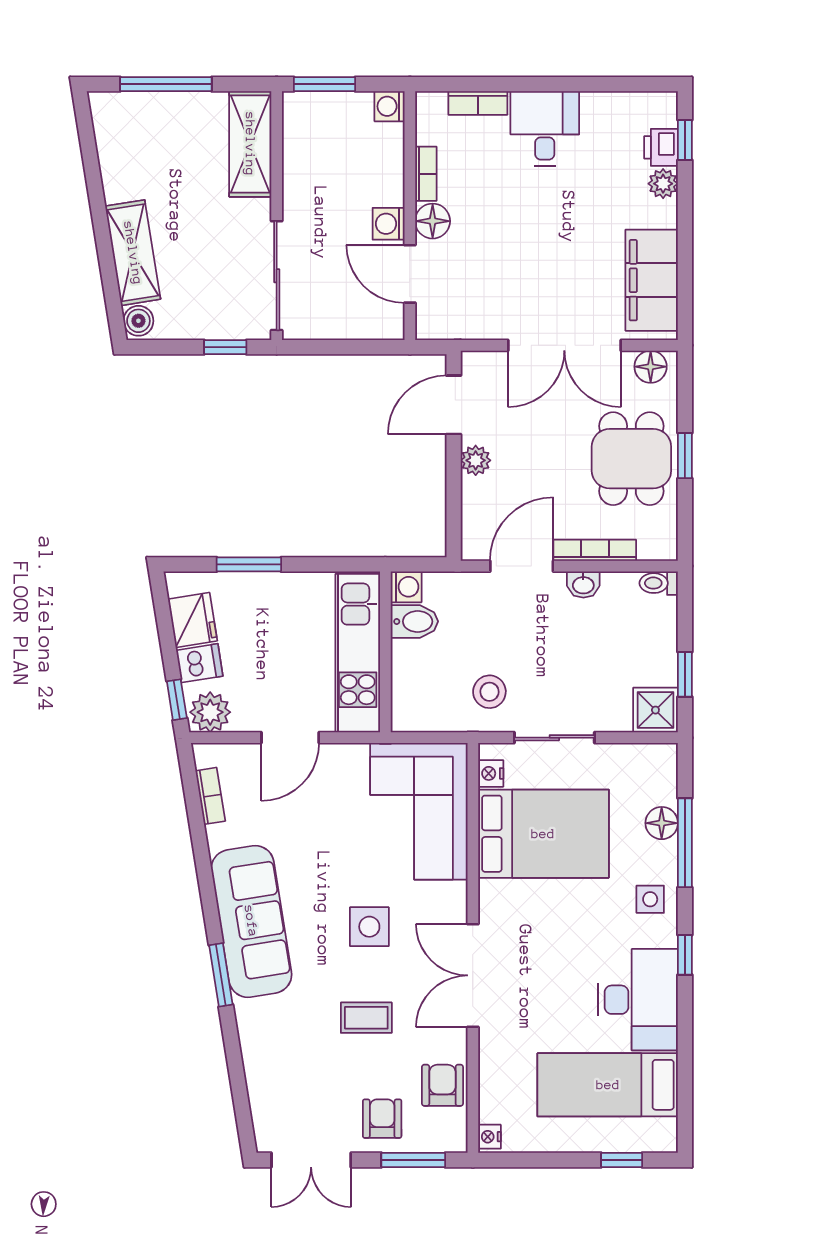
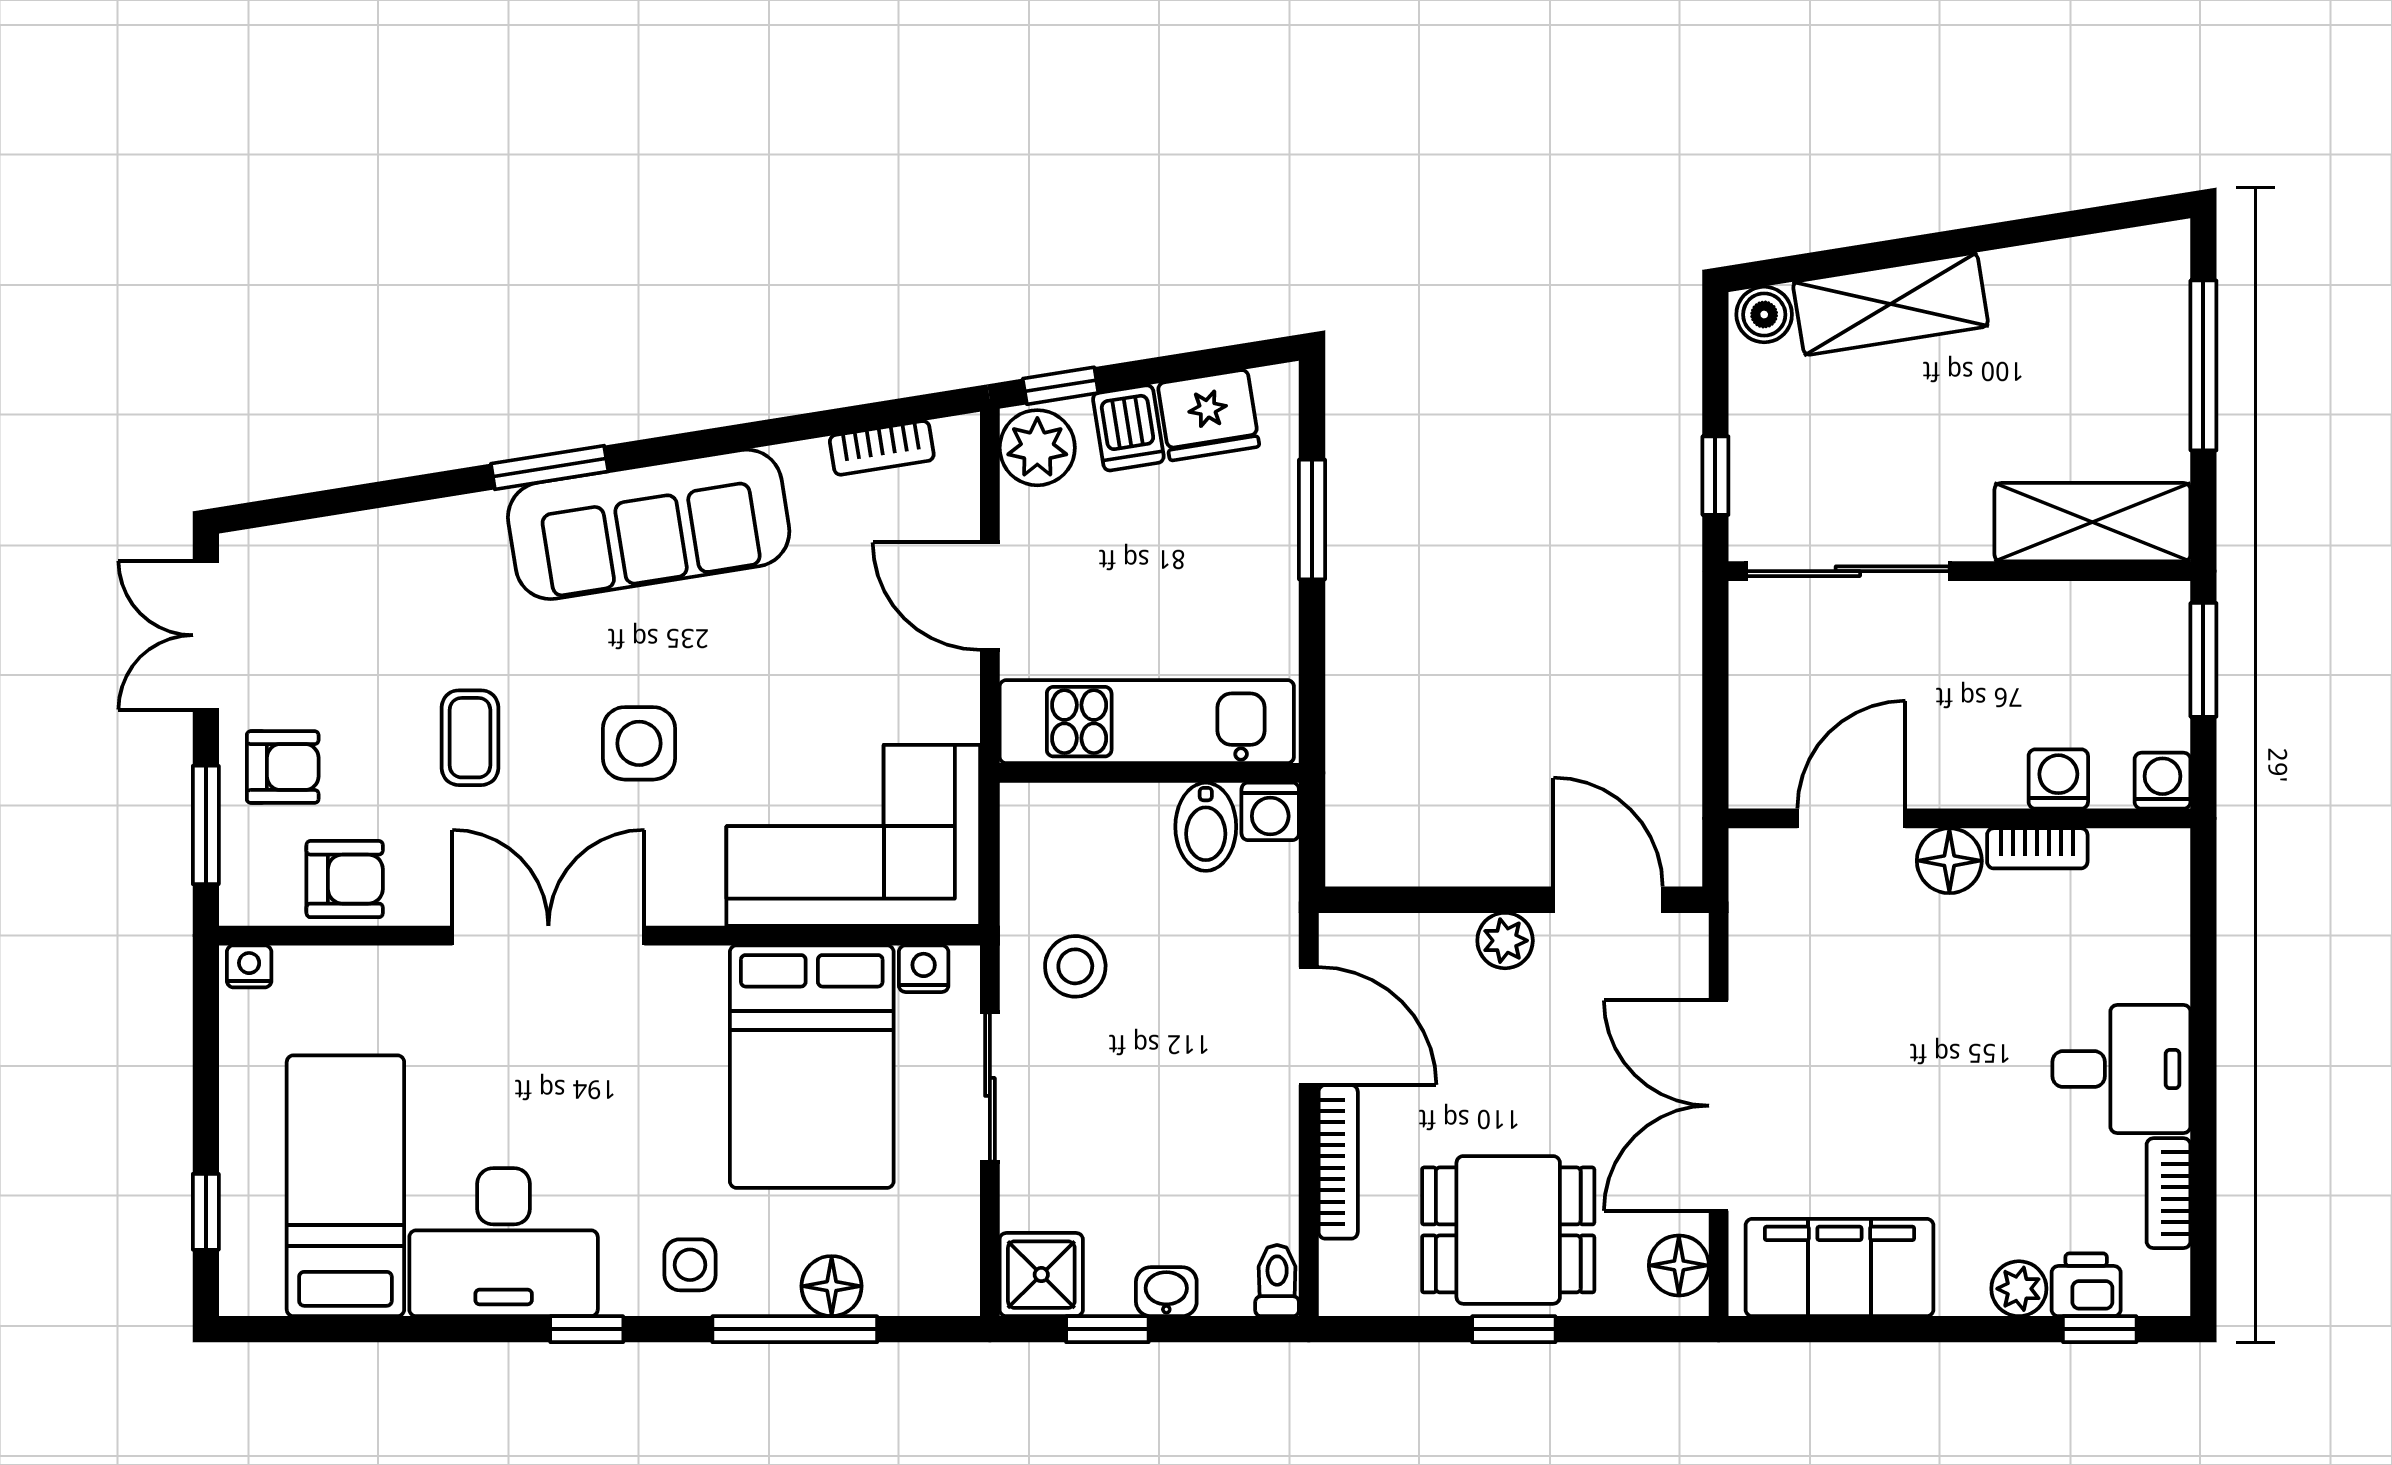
bookcase: (478, 103) -> (2168, 1193), moved
washing machine: (389, 224) -> (2058, 779), moved
washbasin: (583, 585) -> (1166, 1292), moved, turned 90

